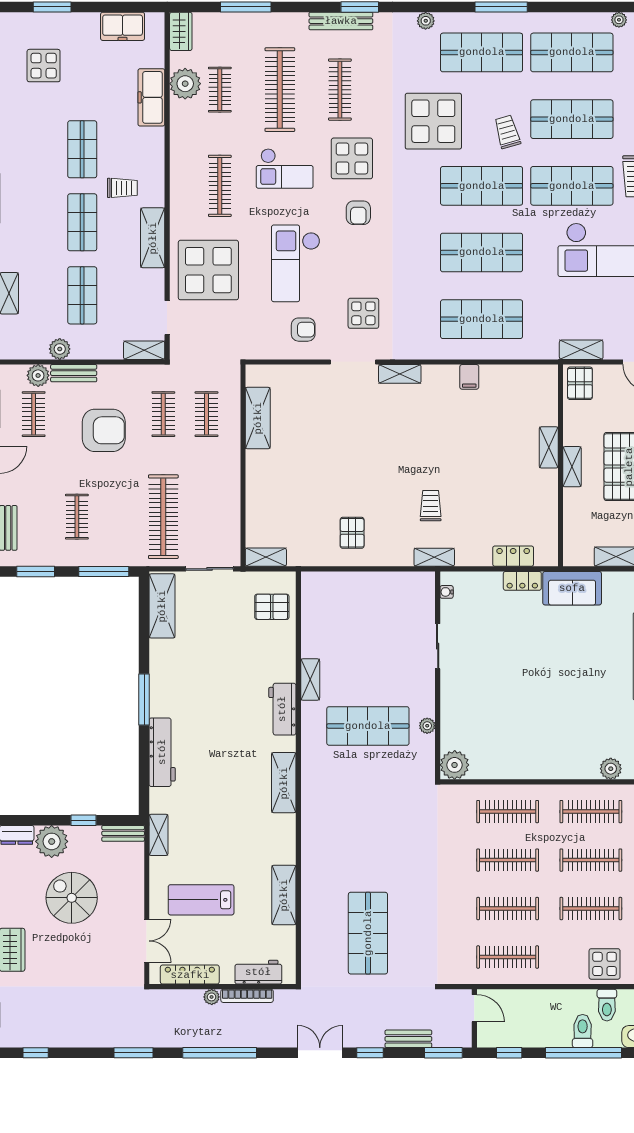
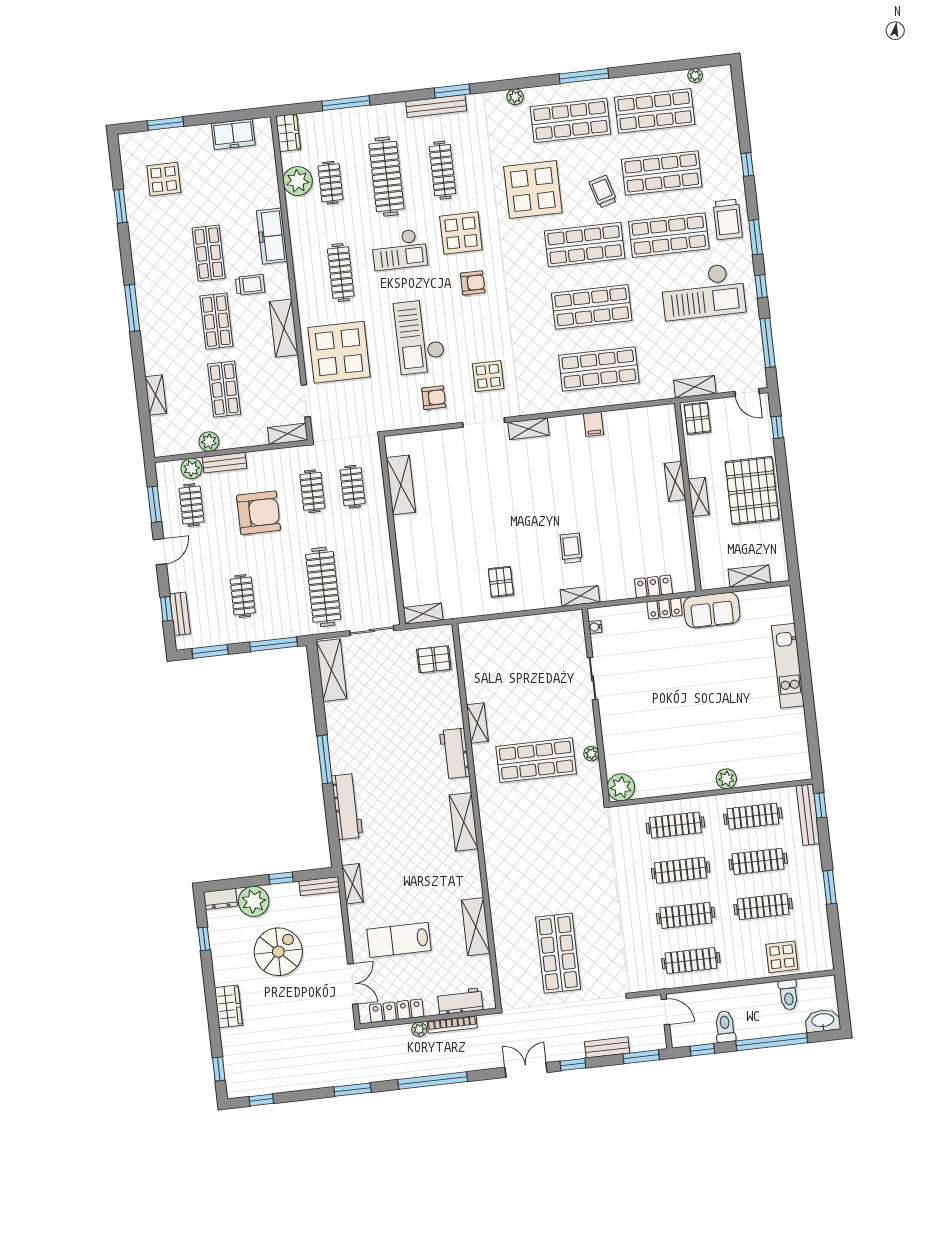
freezer: (151, 97) -> (272, 236), moved
armchair: (358, 213) -> (473, 283), turned -90
plant: (611, 769) -> (726, 779), moved
spiral stairs: (72, 898) -> (278, 952), turned 90
toilet: (583, 1031) -> (725, 1027), moved

